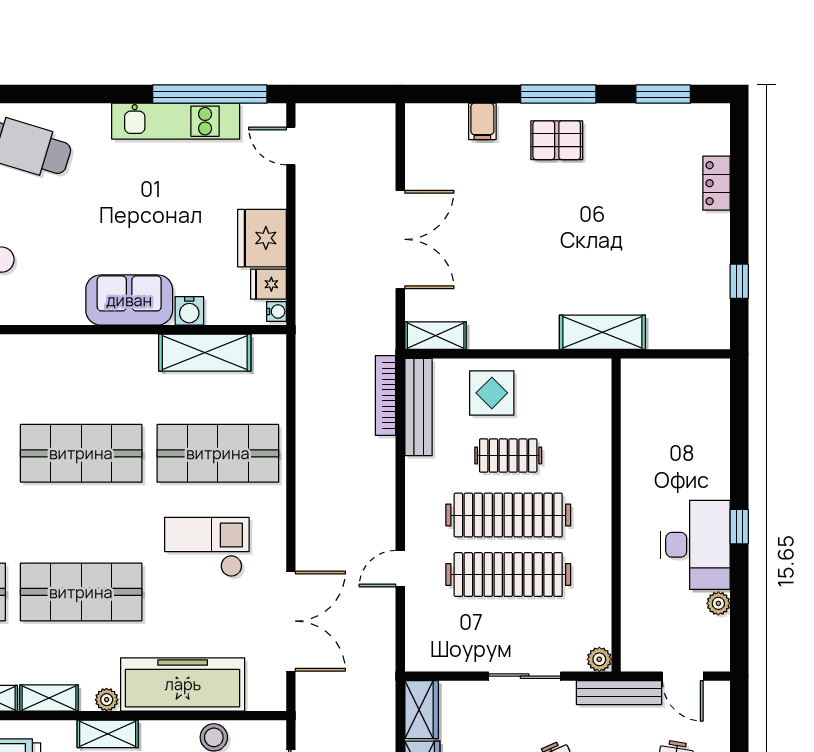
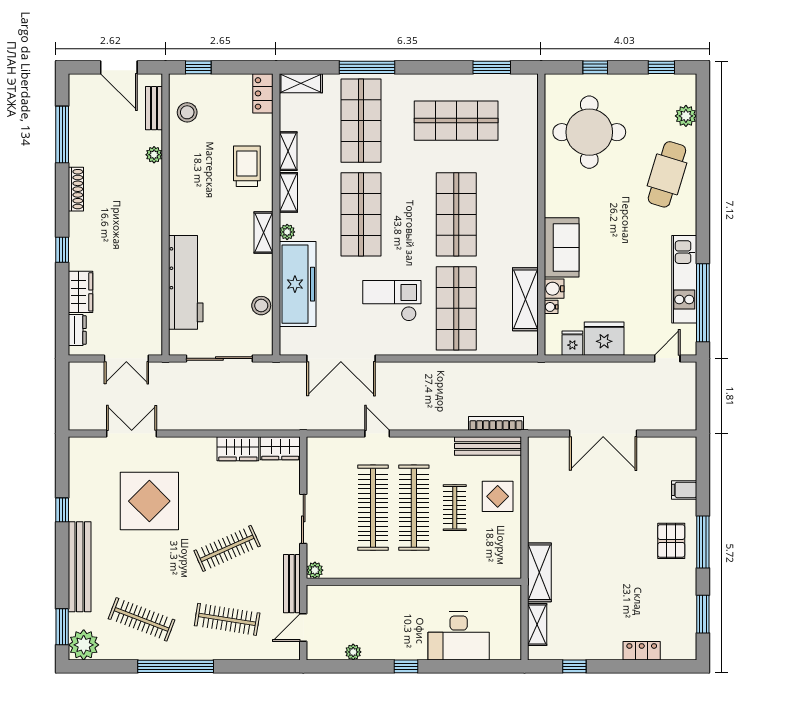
water cooler: (276, 311) -> (551, 307), moved, turned 90
shelving: (436, 336) -> (537, 625), moved
desk: (695, 545) -> (459, 636), moved
checkout: (207, 547) -> (392, 301), turned -90

